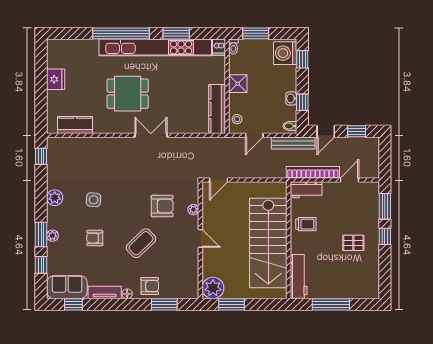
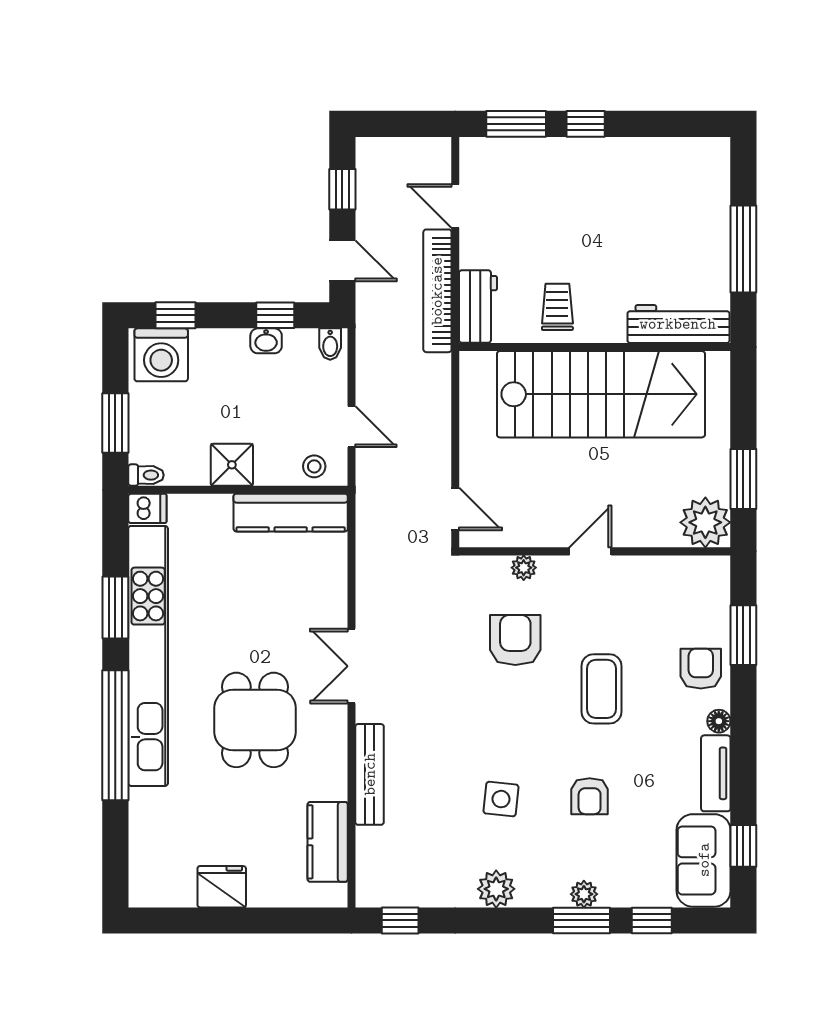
bench: (293, 143) -> (370, 774), moved
coffee table: (141, 243) -> (601, 689), turned 44
pallet: (353, 243) -> (601, 197), removed

